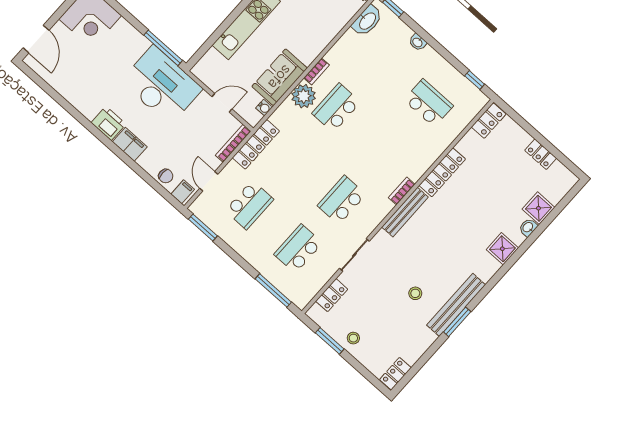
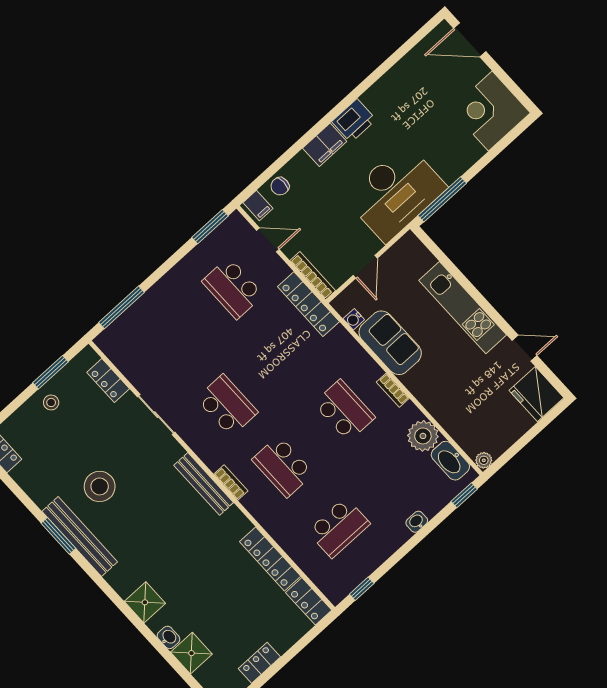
plant: (304, 96) -> (423, 436), moved
locker: (442, 172) -> (270, 559), moved
school desk: (298, 249) -> (283, 466), moved, turned 180
stool: (415, 293) -> (100, 486), width x1.89, depth x1.89

